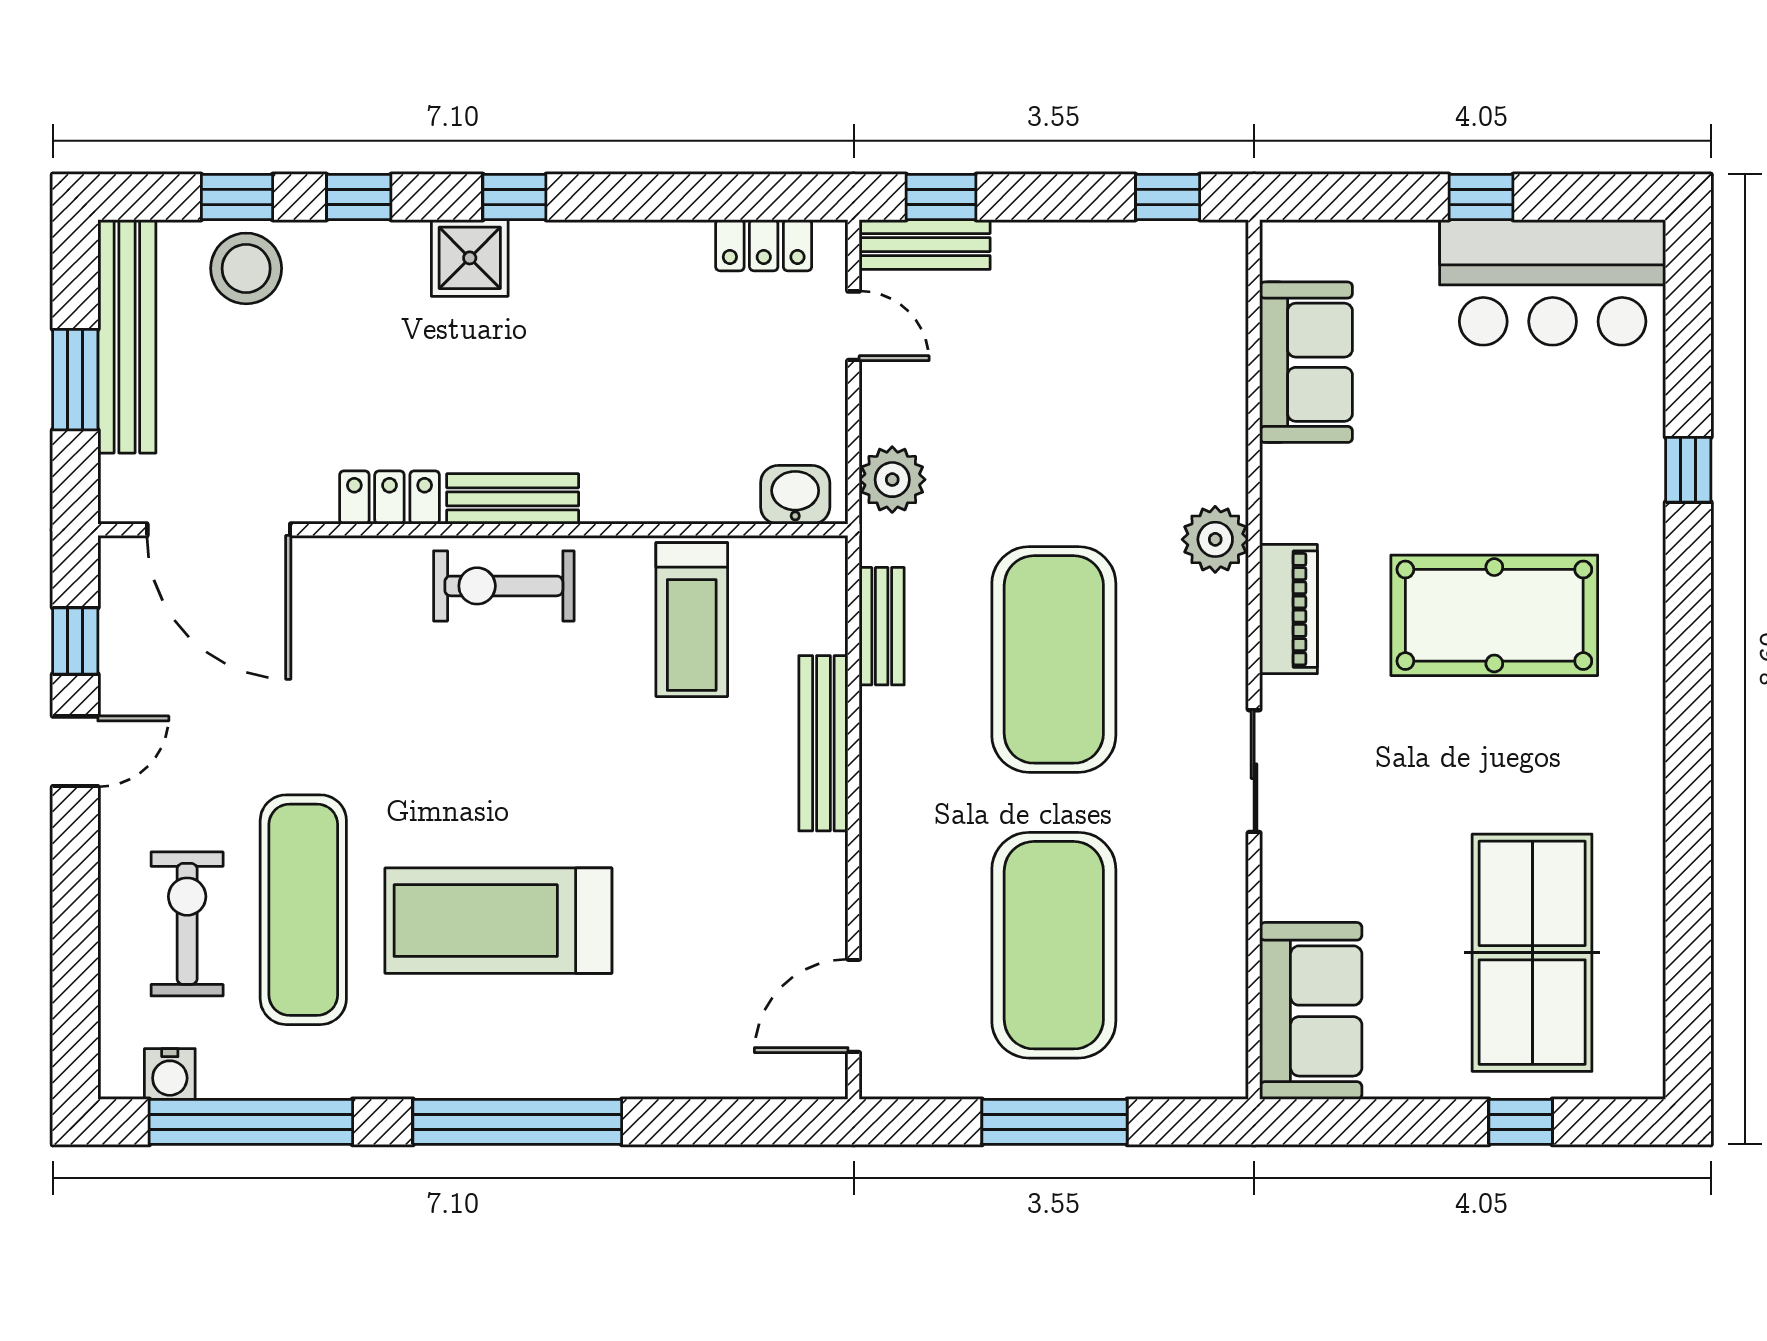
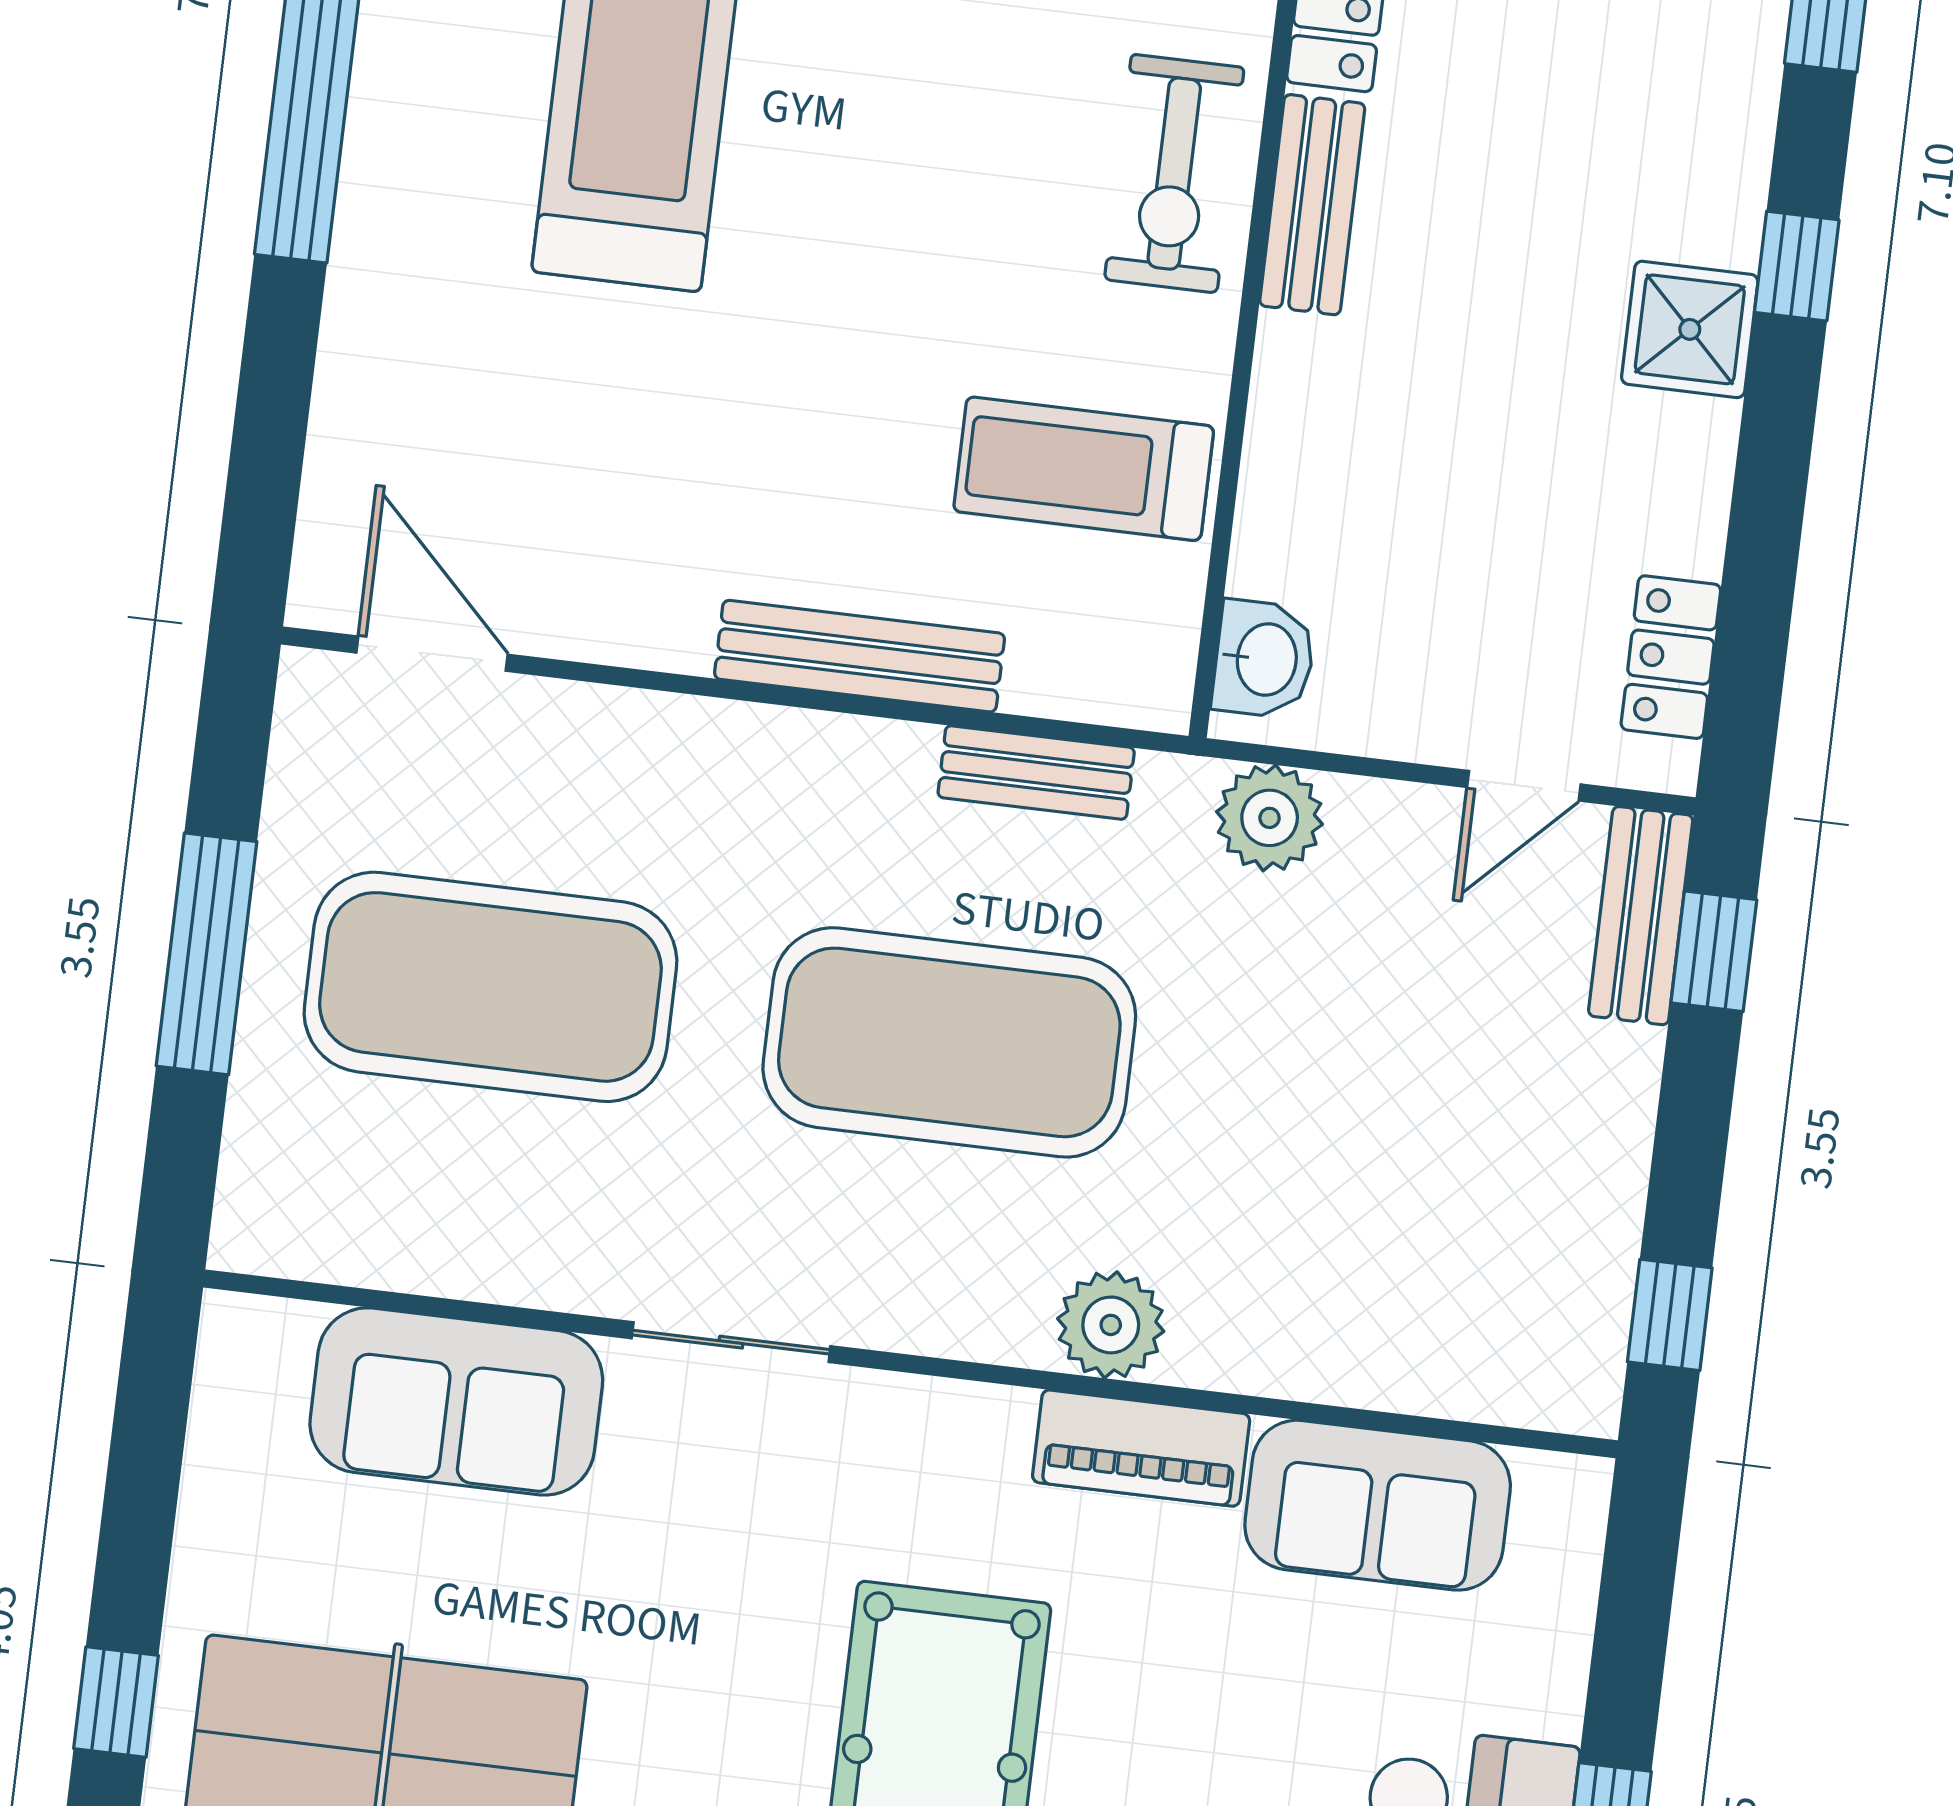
shower: (470, 258) -> (1690, 329), moved
exercise bike: (504, 586) -> (1174, 174), turned 180
piano: (1289, 609) -> (1141, 1448), moved
sofa: (1311, 1011) -> (456, 1401), moved

